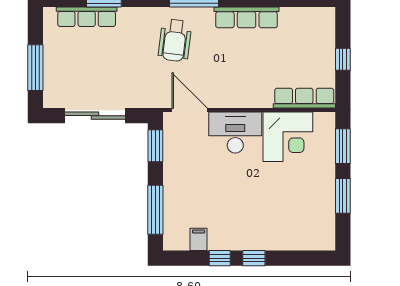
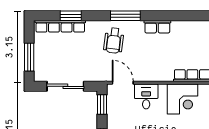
row of seats: (87, 17) -> (60, 26), width x1.36
row of seats: (247, 17) -> (157, 27), width x0.68
desk: (235, 133) -> (146, 97), width x0.73

